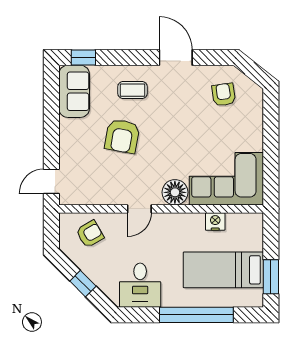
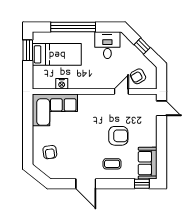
armchair: (224, 95) -> (50, 152), moved
armchair: (122, 136) -> (118, 136), turned 80
door: (51, 181) -> (161, 108), hinge flipped
floor lamp: (175, 192) -> (86, 102), removed
door: (139, 209) -> (121, 92), moved

